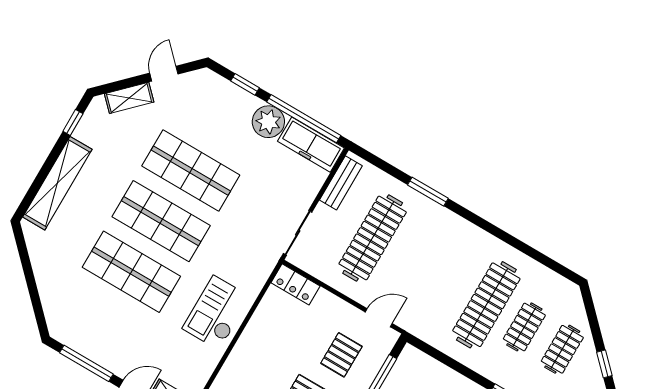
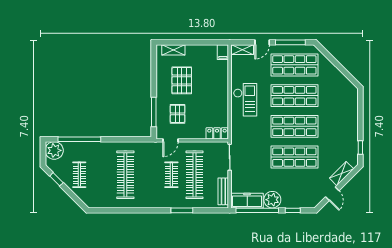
shelving: (57, 183) -> (351, 116), removed
shop shelf: (102, 322) -> (294, 65), added
clothes rail: (524, 327) -> (171, 175), moved

